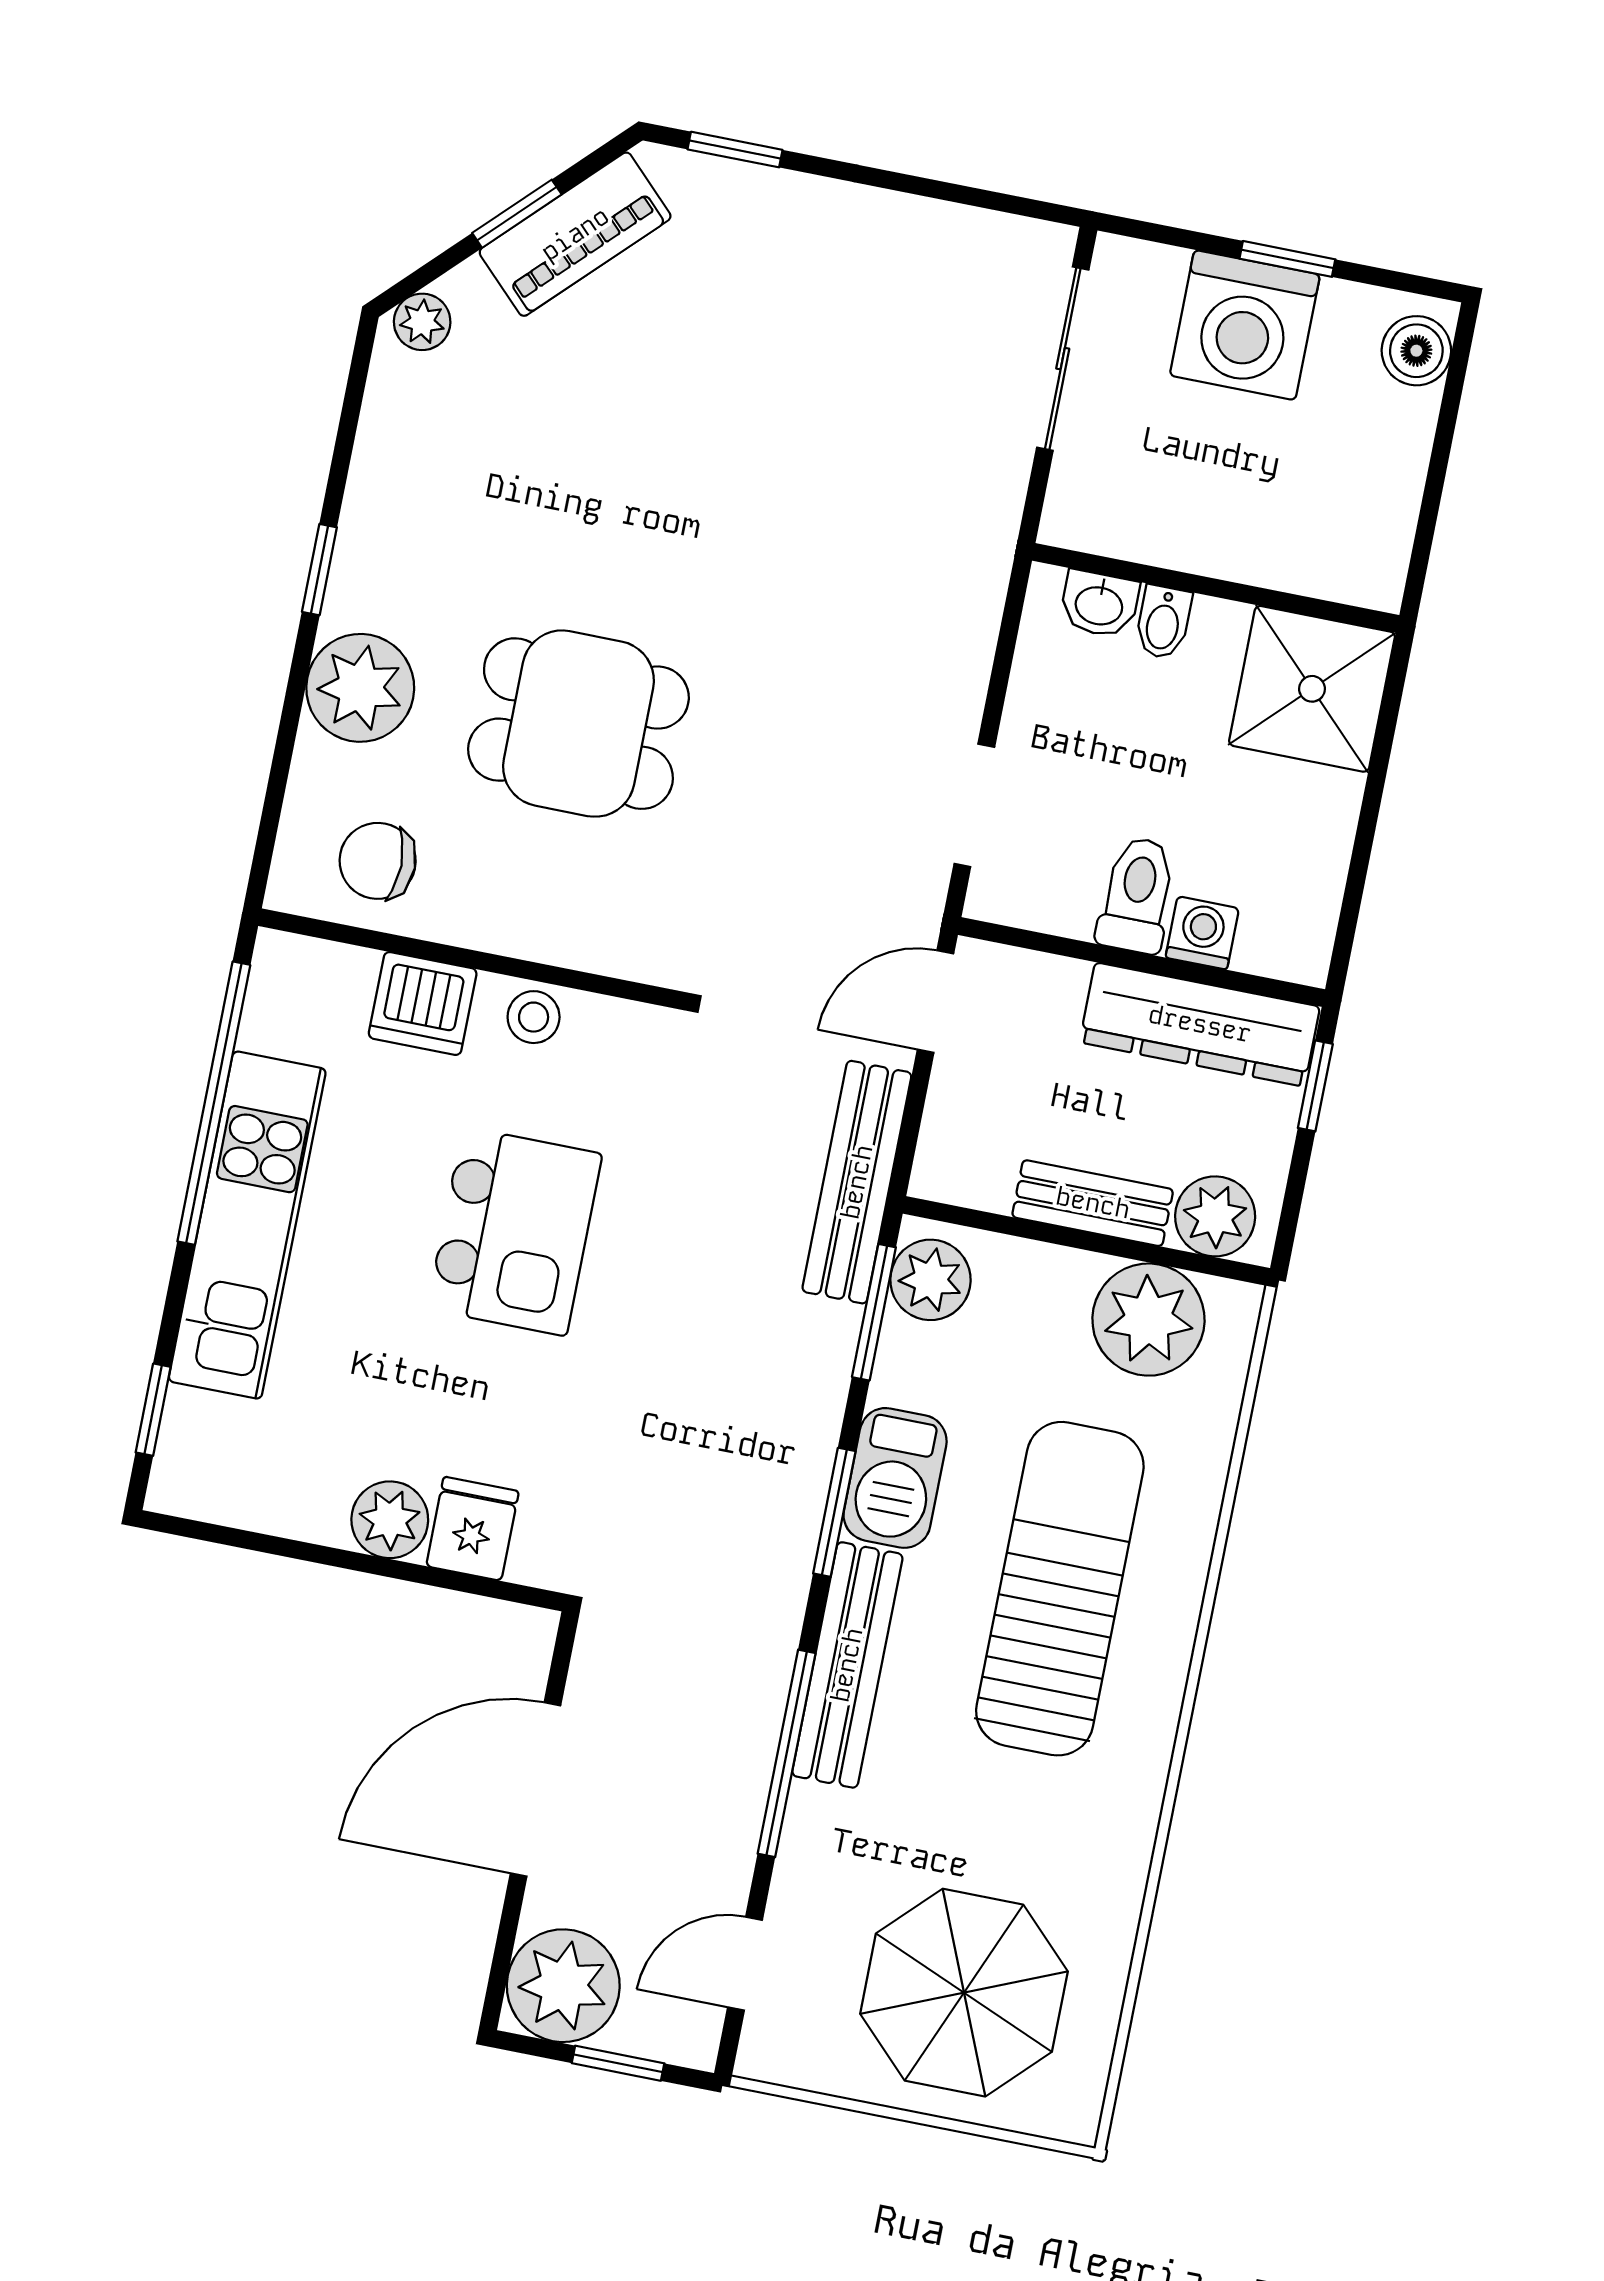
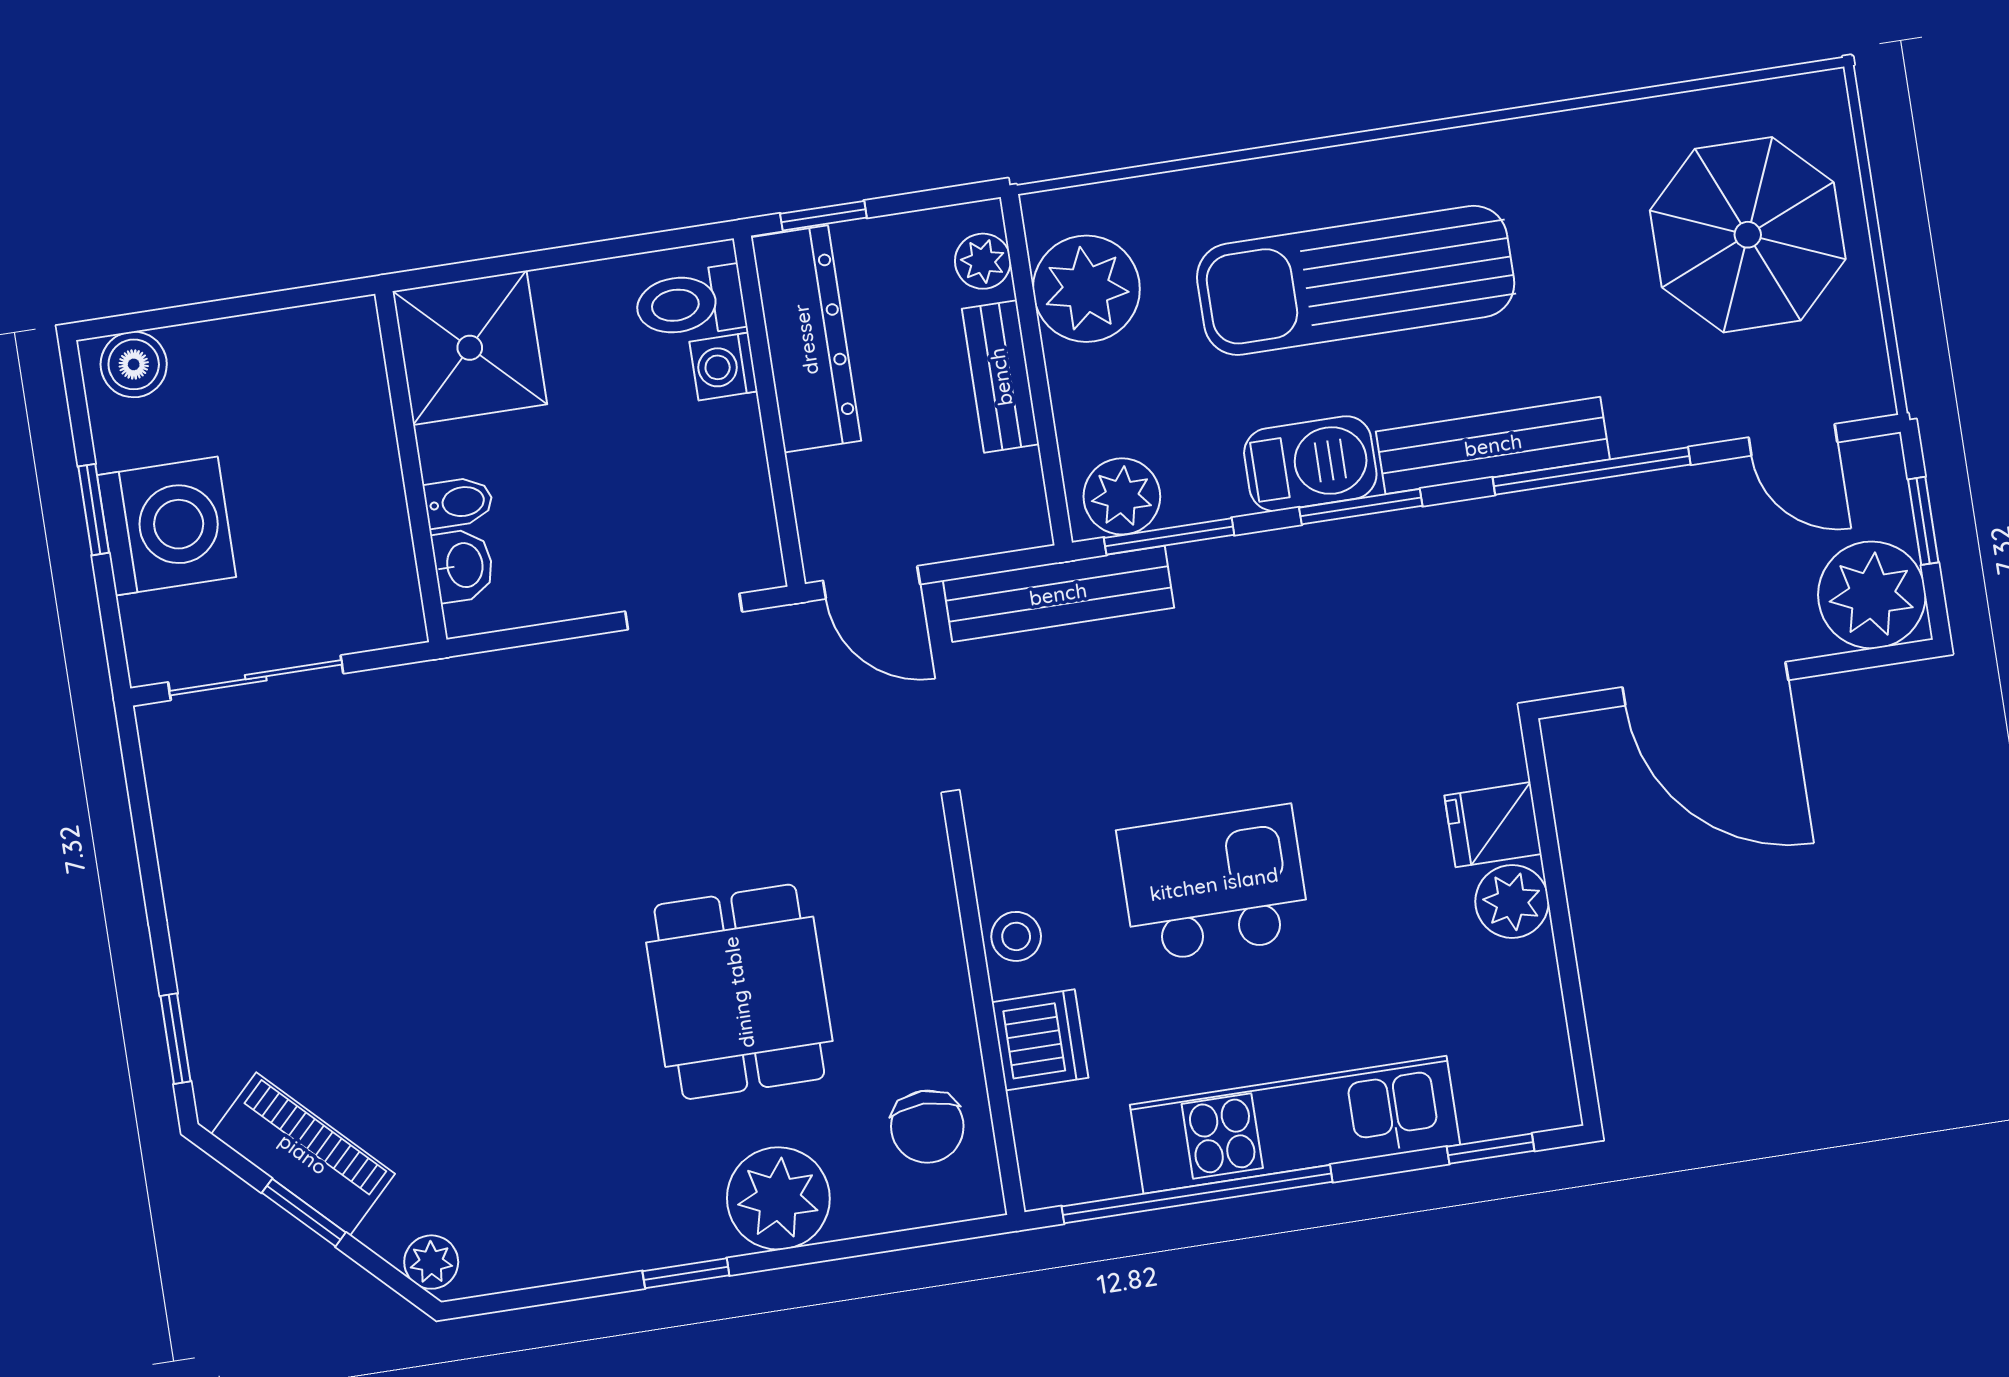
toilet: (1137, 895) -> (690, 303), moved
plant: (1215, 1216) -> (983, 261), width x0.73, depth x0.73

